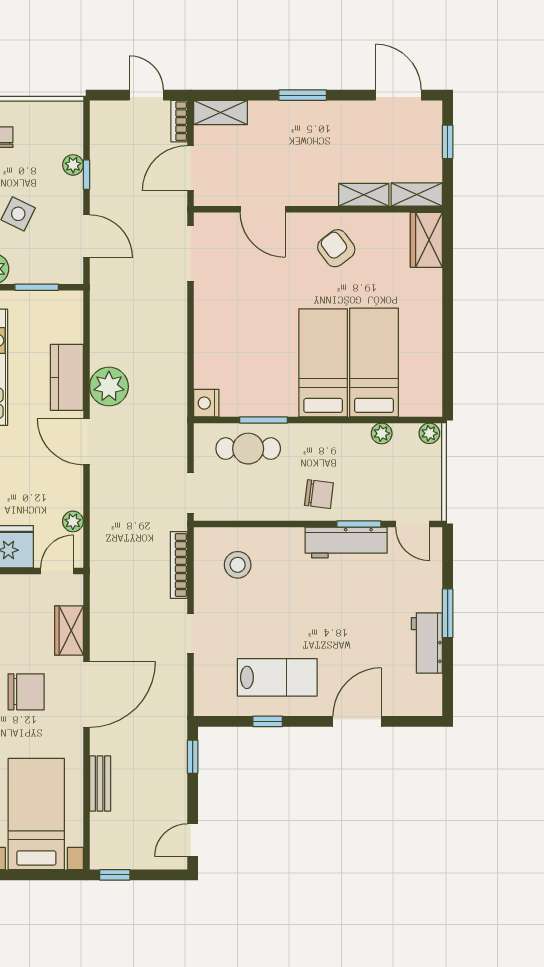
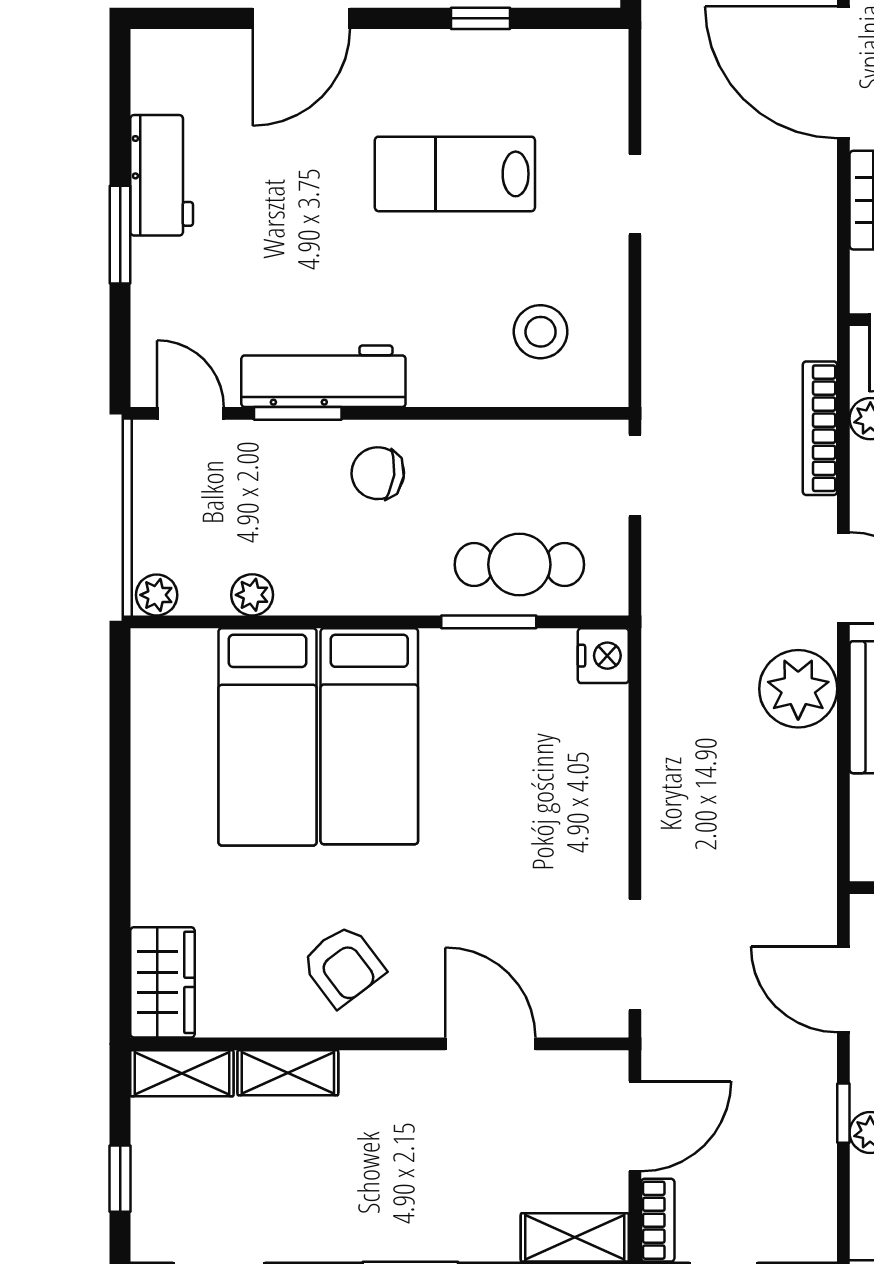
bookcase: (179, 565) -> (820, 428), moved, turned 180
lab bench: (277, 677) -> (455, 174), moved
door: (86, 694) -> (843, 72), hinge flipped

